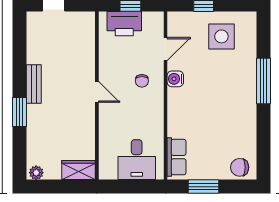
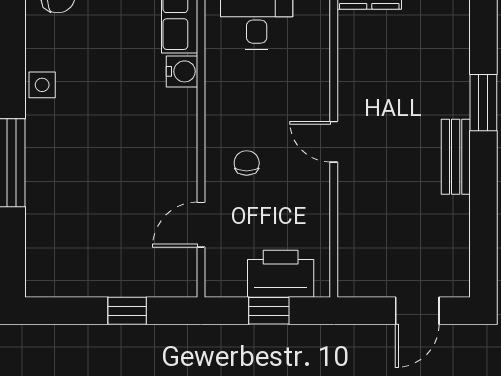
side table: (221, 36) -> (42, 85), moved, width x0.54, depth x0.54
water cooler: (175, 79) -> (182, 71), moved

